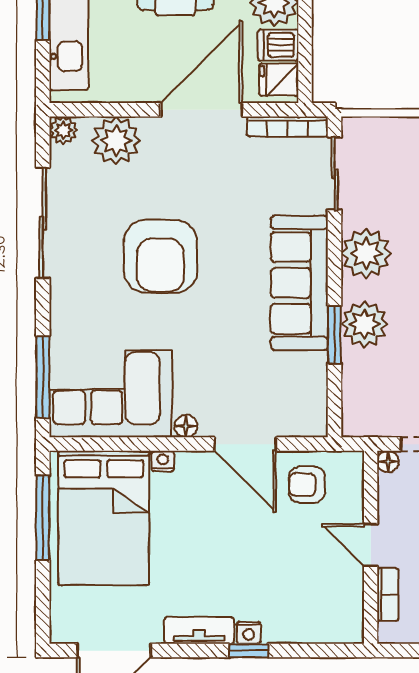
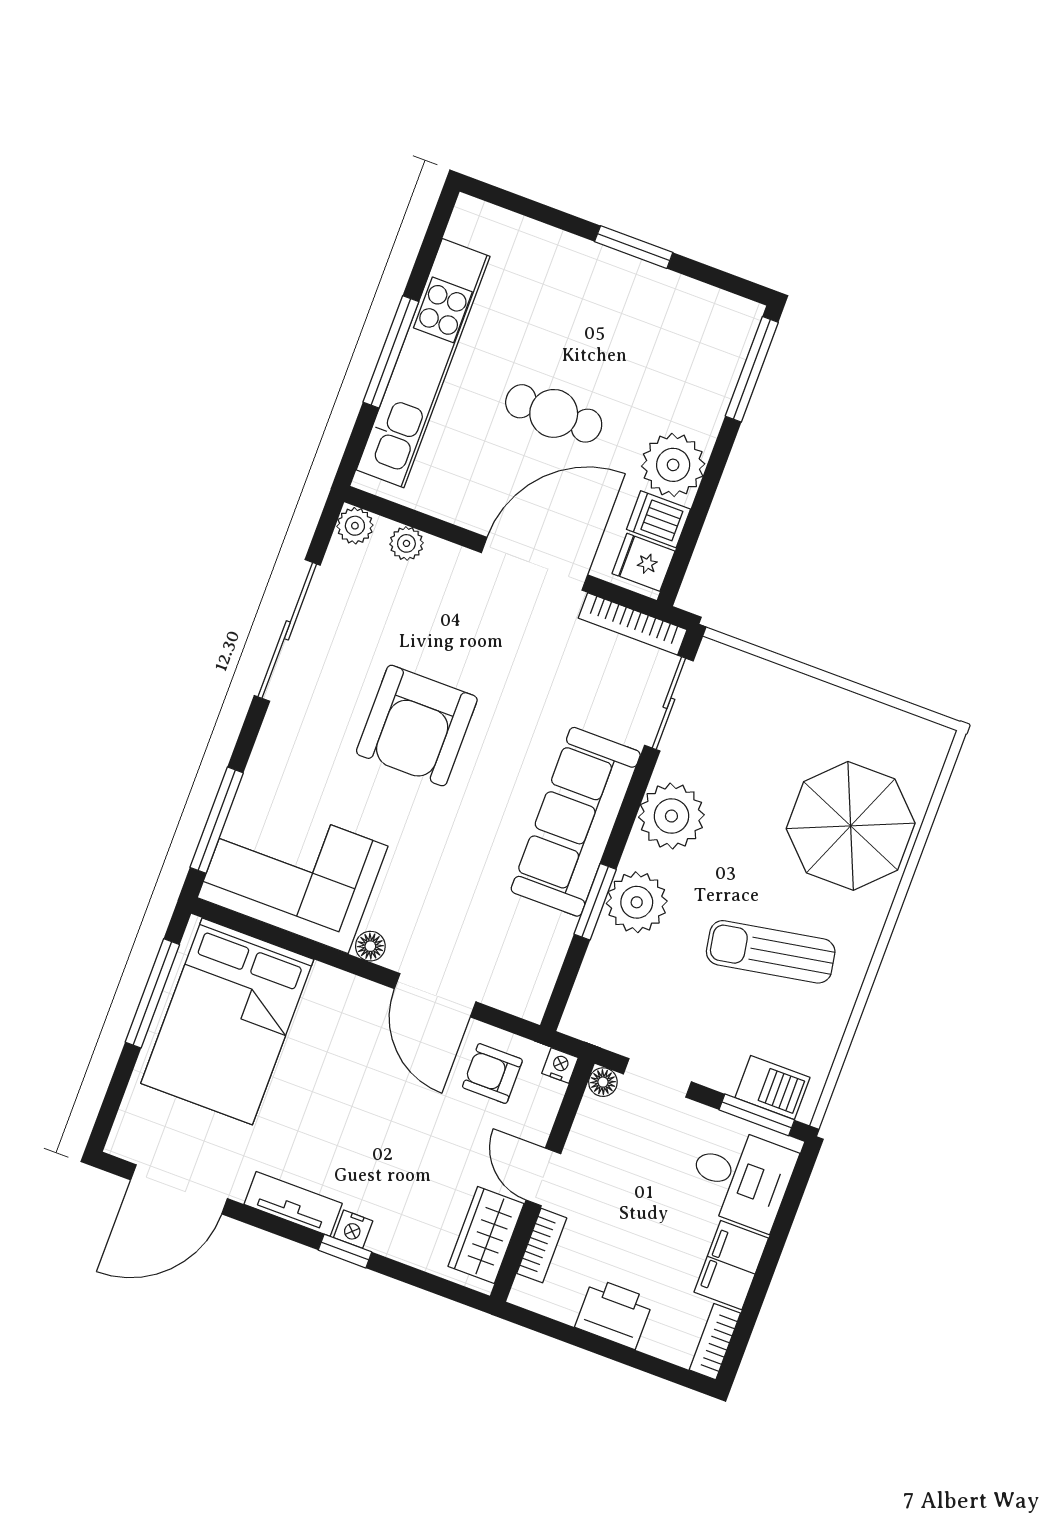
plant: (116, 140) -> (406, 543), width x0.53, depth x0.53
nightstand: (163, 461) -> (560, 1066), moved
wardrobe: (345, 602) -> (486, 1235), added

